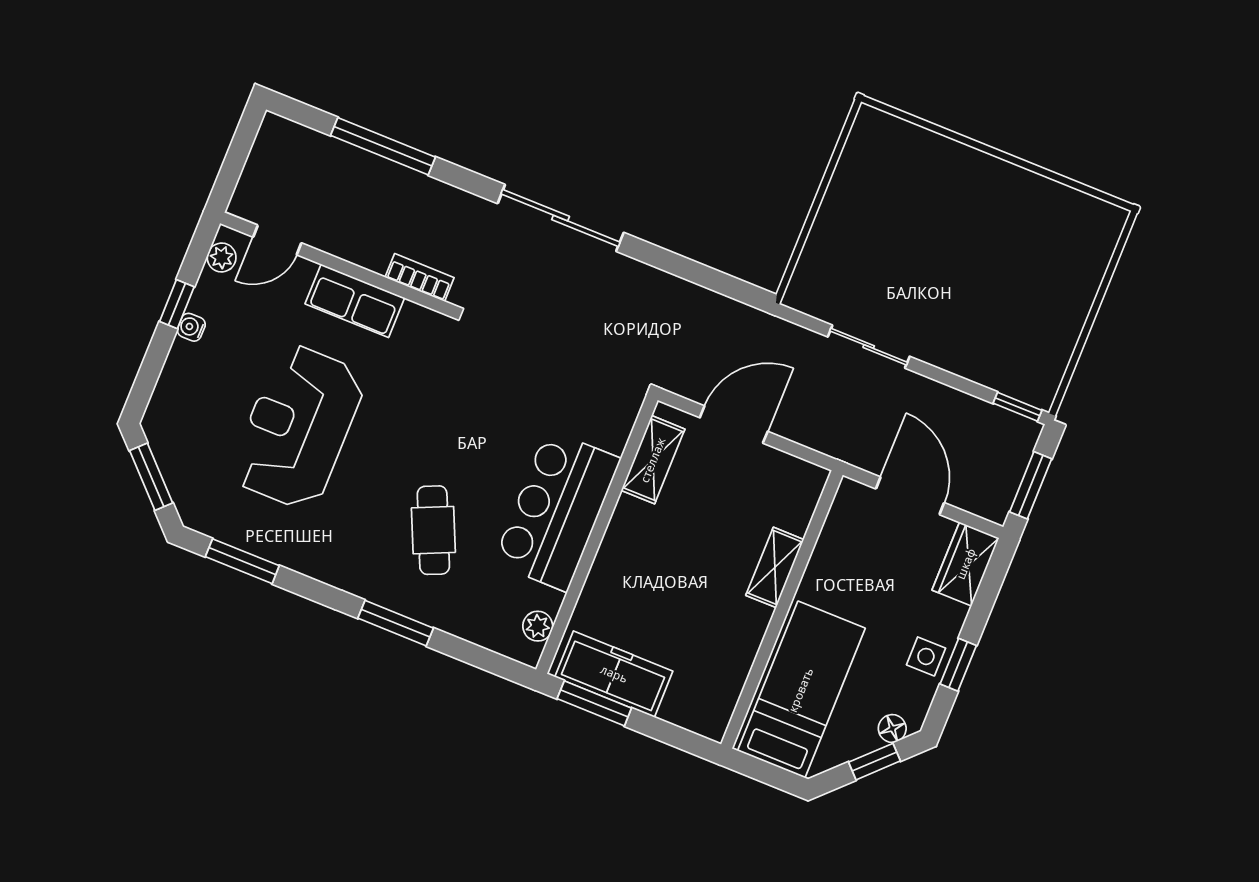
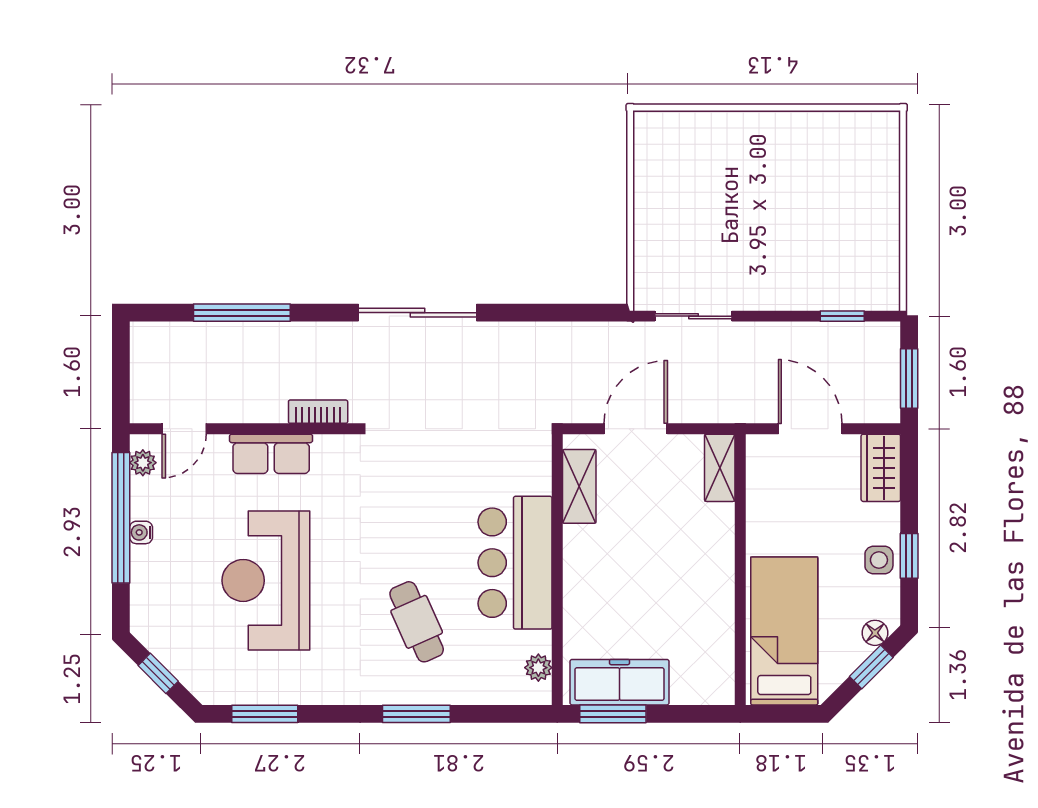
window: (177, 304) -> (121, 518), width x3.17
sliding door: (869, 347) -> (693, 316), moved
window: (1018, 407) -> (842, 316), moved
window: (151, 477) -> (158, 673), width x0.67
shelving: (775, 567) -> (720, 468), moved

